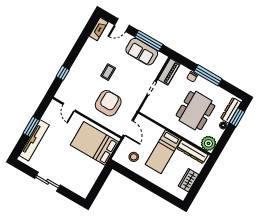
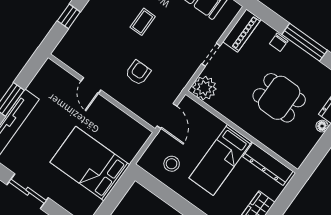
armchair: (108, 103) -> (138, 73), width x0.53, depth x0.53
door: (69, 107) -> (91, 85), moved
dining table: (196, 111) -> (279, 98), width x0.73
bed: (94, 143) -> (90, 164), moved
plant: (208, 143) -> (204, 88), moved

